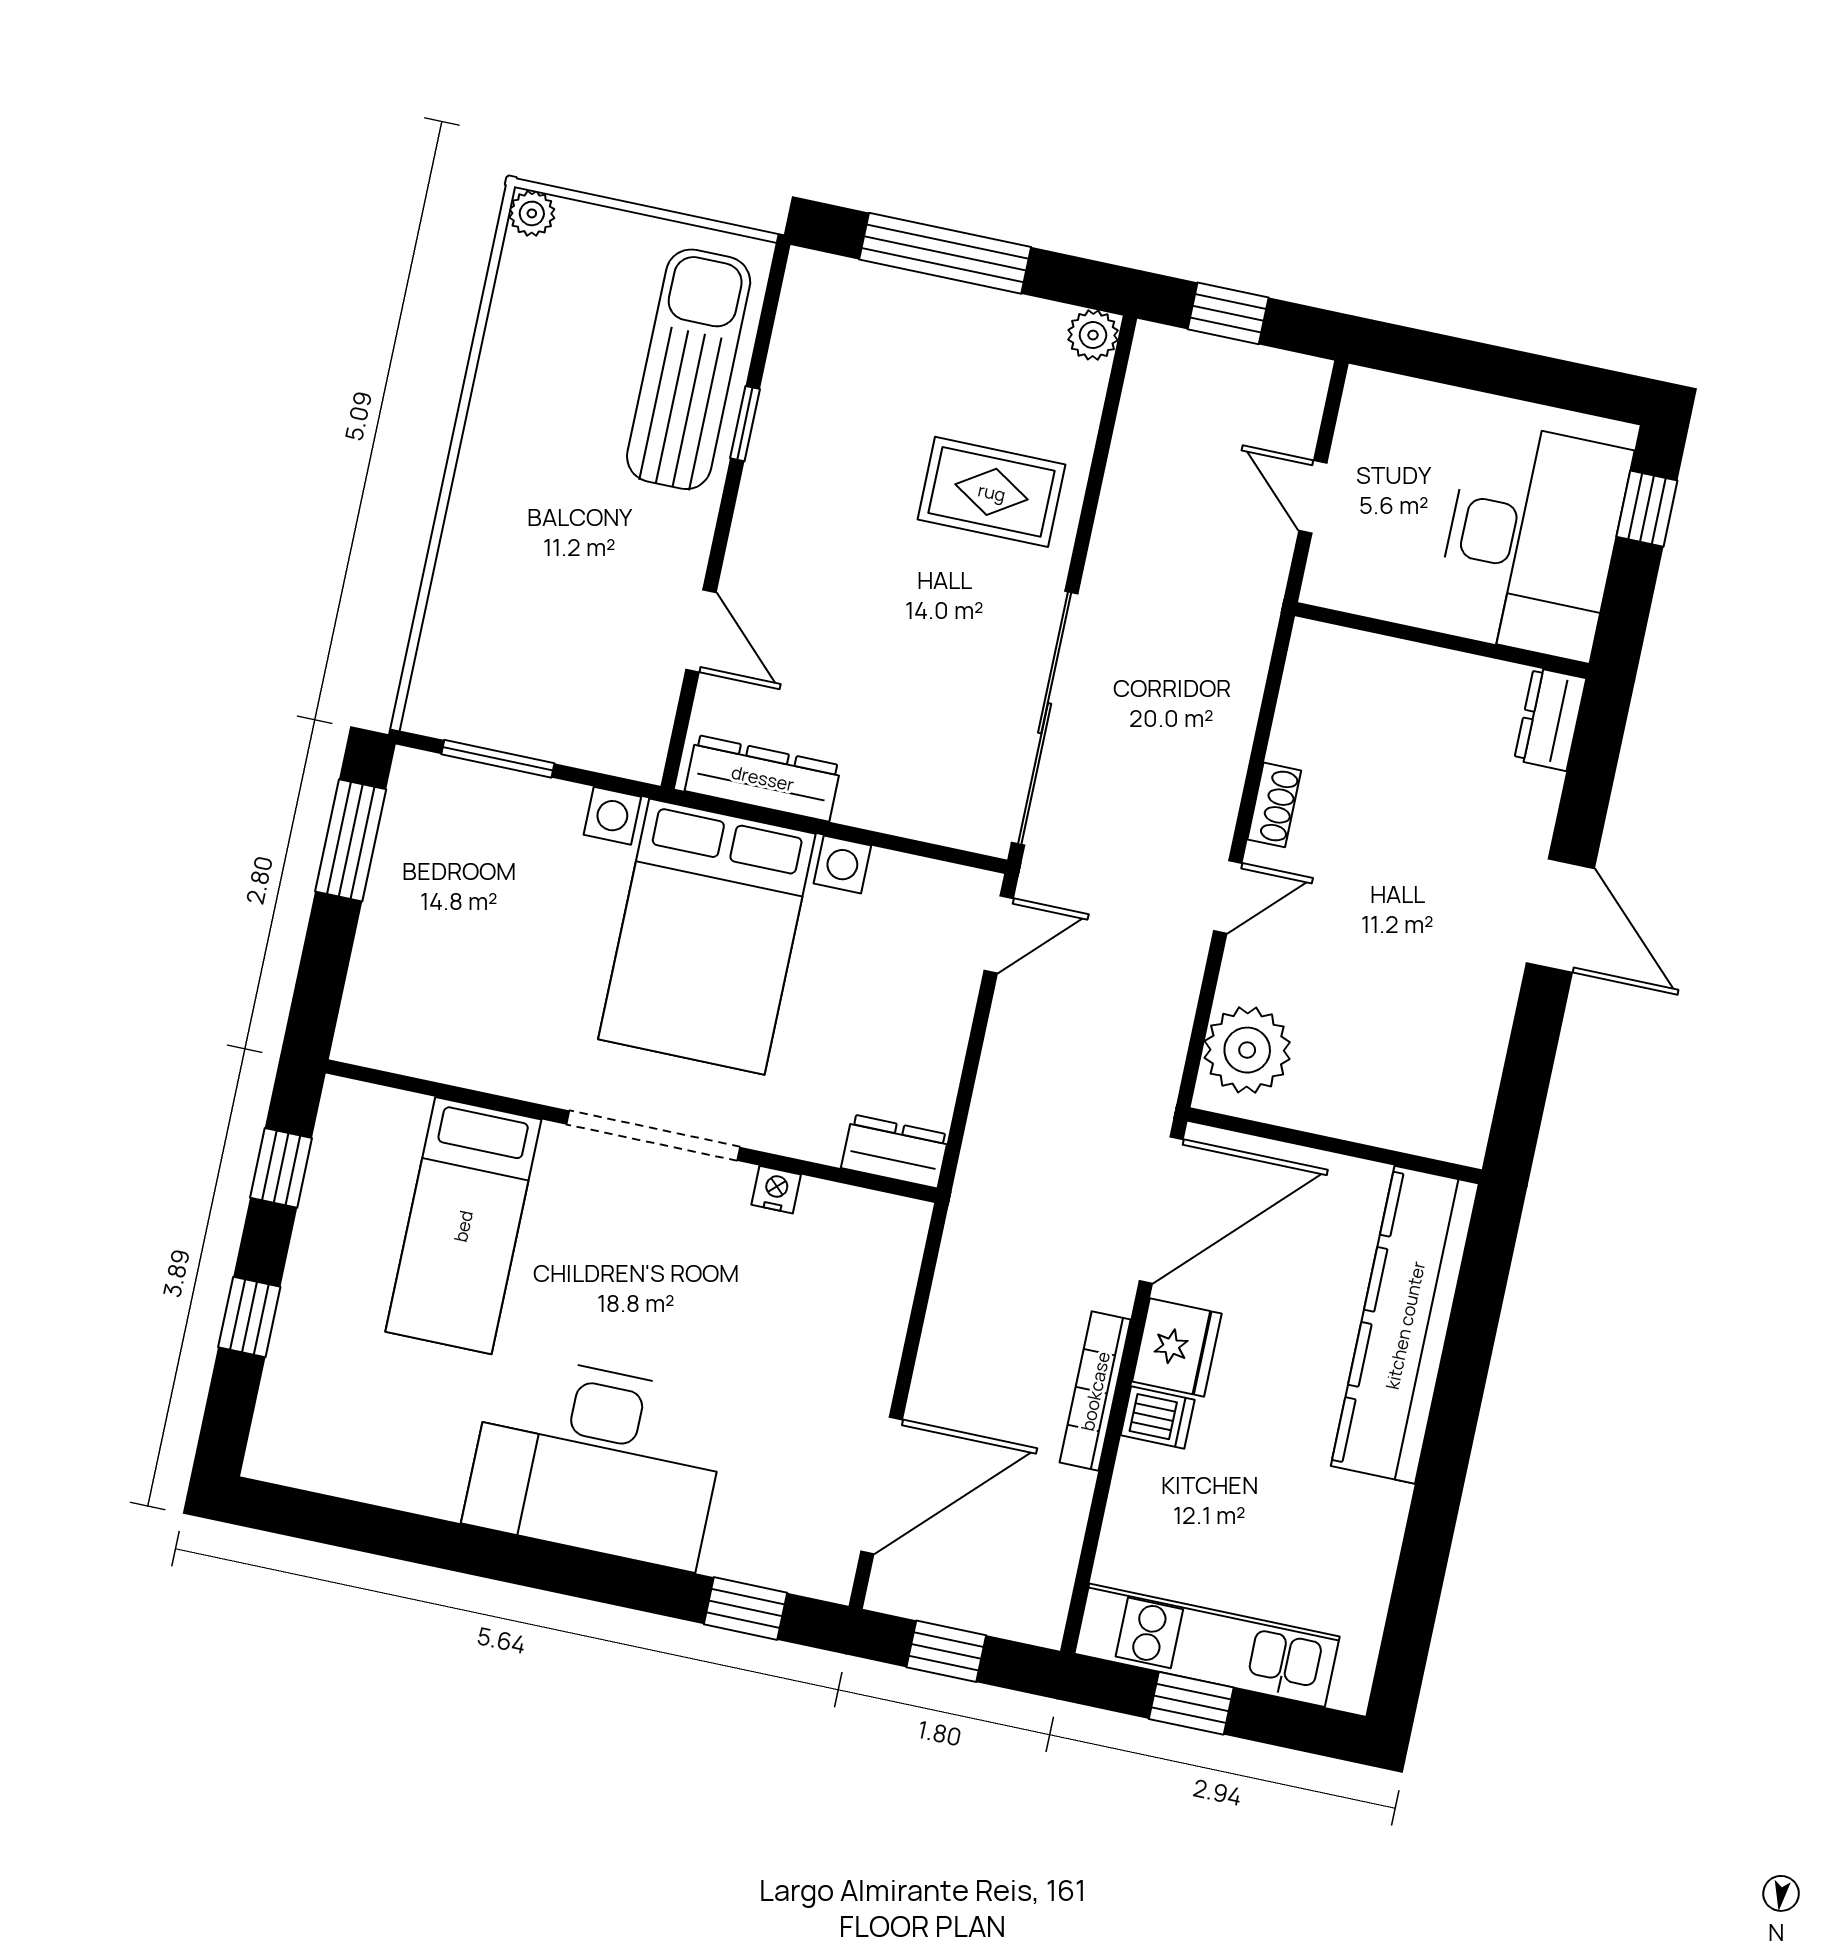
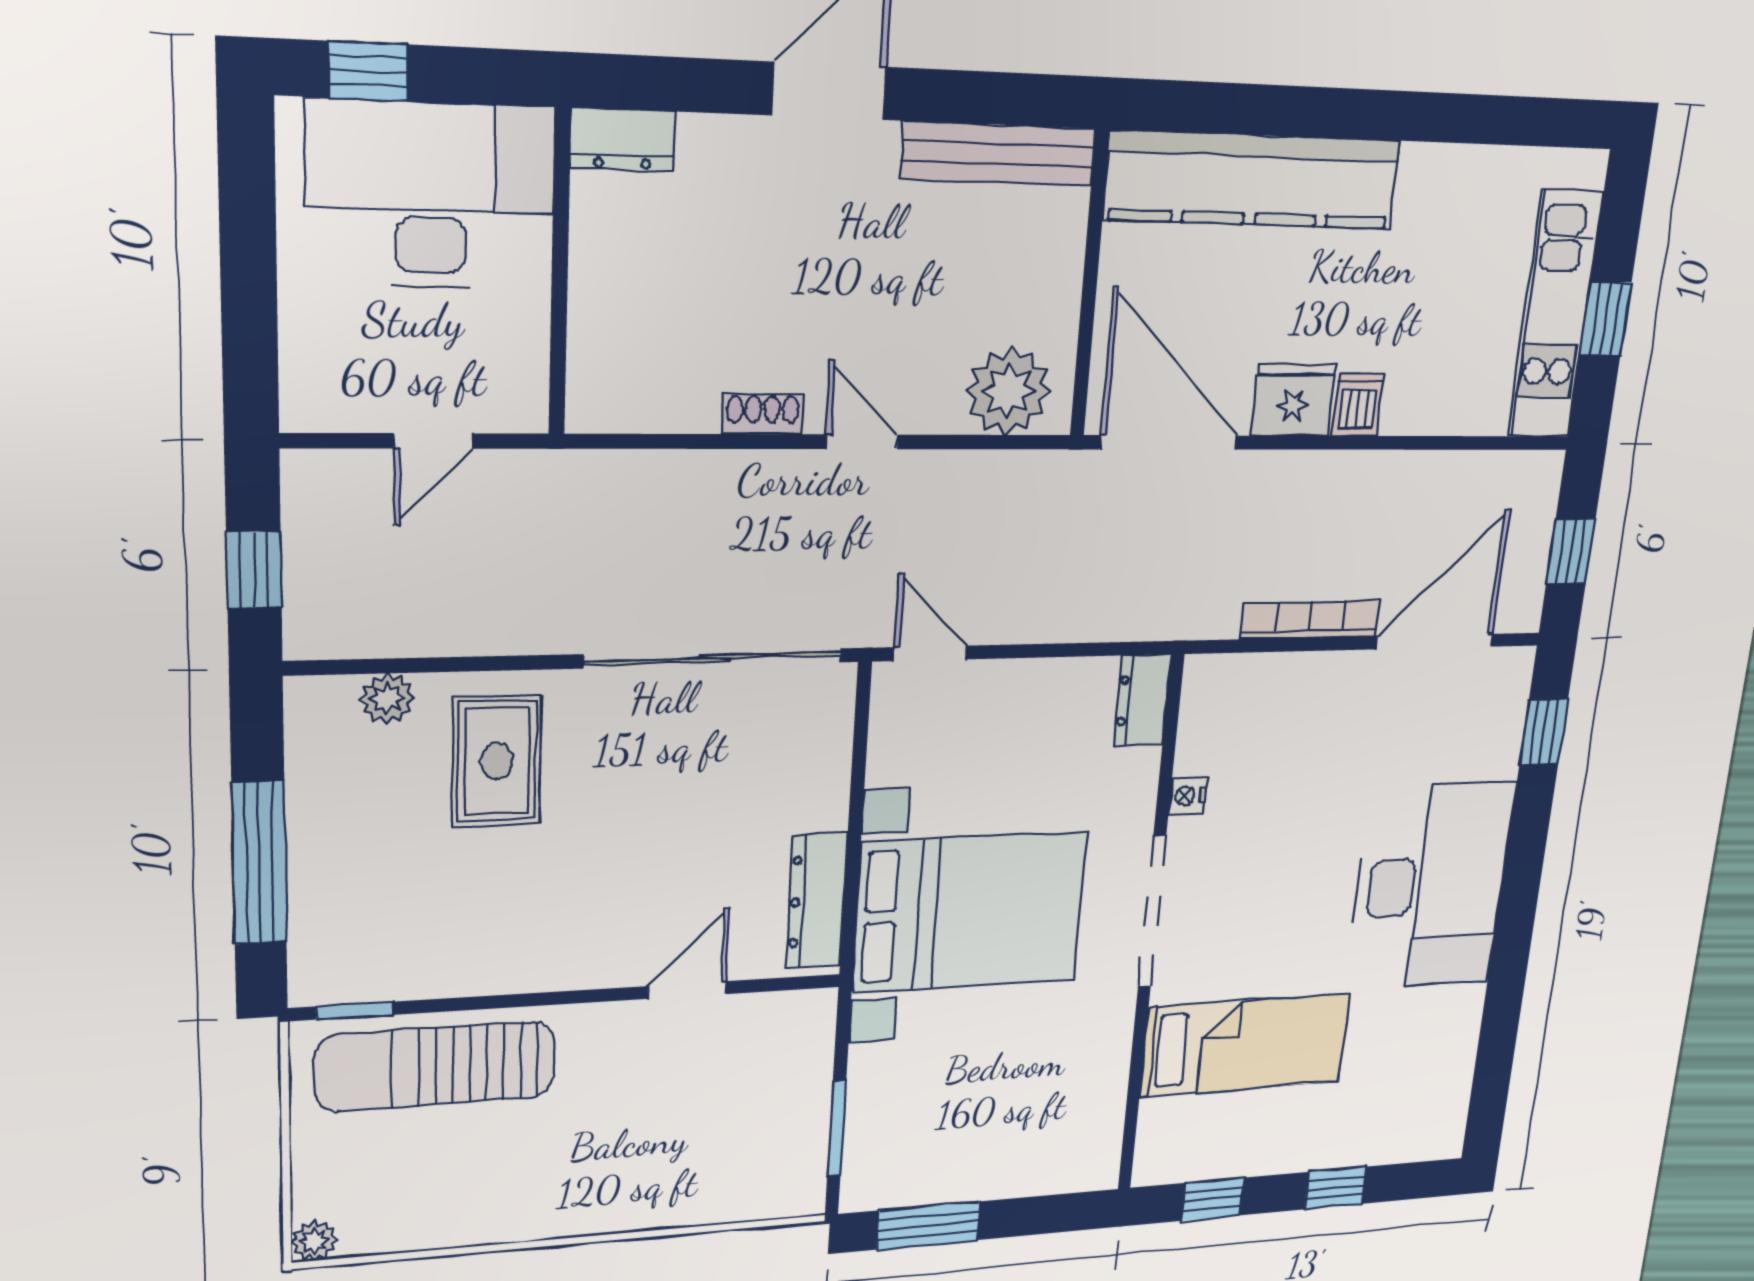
plant: (1093, 335) -> (387, 699), moved
window: (745, 424) -> (355, 1011), moved
bench: (1476, 1070) -> (999, 154), added
bookcase: (1095, 1391) -> (1310, 620), moved, turned 180
door: (882, 1485) -> (1435, 642), hinge flipped

